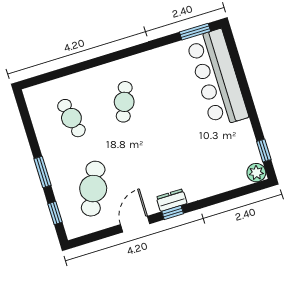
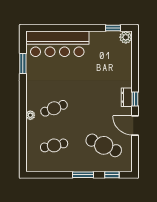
window: (195, 32) -> (23, 63), moved
plant: (104, 71) -> (30, 115), added
cafe table: (124, 102) -> (54, 108), turned -42

